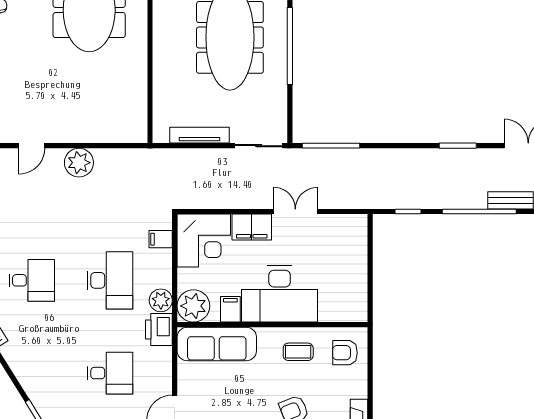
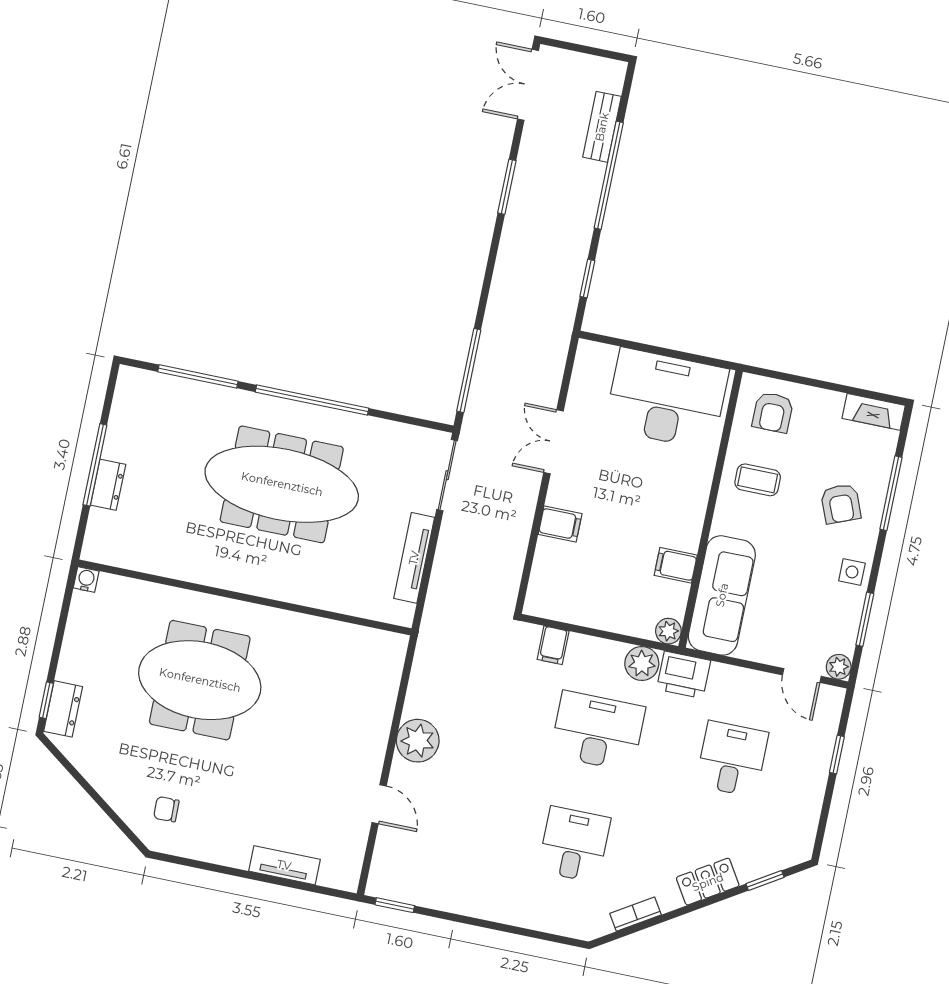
filing cabinet: (252, 227) -> (560, 524), width x0.50
corner desk: (204, 241) -> (568, 583), removed
desk: (280, 294) -> (667, 399), moved, turned -90
plant: (193, 306) -> (668, 631), width x0.53, depth x0.53
coffee table: (298, 352) -> (758, 480), turned 90
locker: (25, 374) -> (708, 882), added

